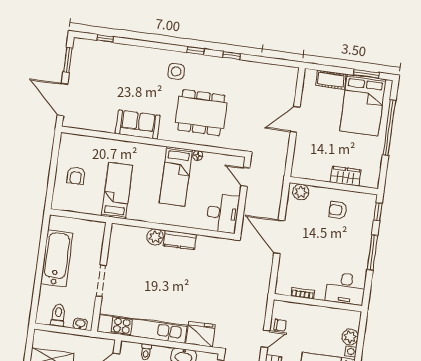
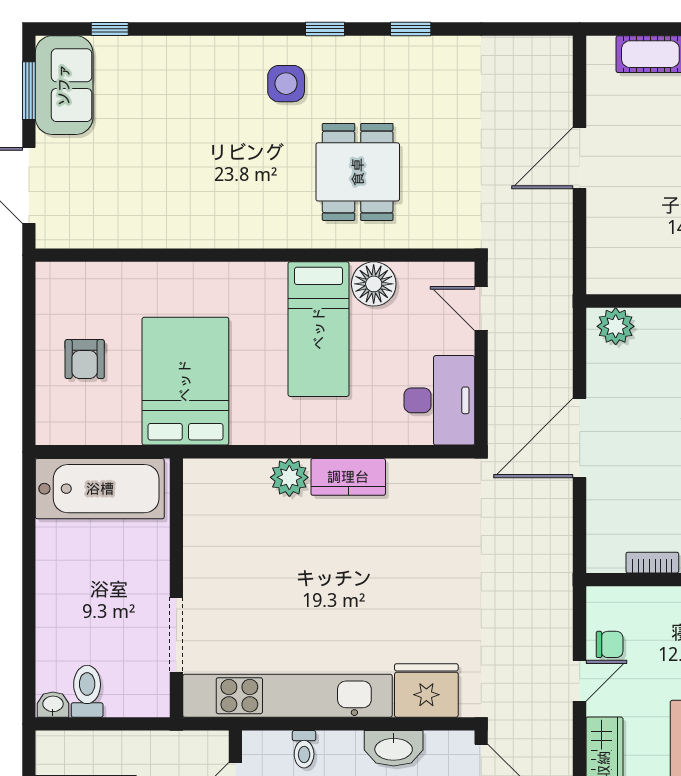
dining table: (201, 113) -> (358, 172), width x0.73
sofa: (138, 125) -> (64, 85), moved, turned 90
floor lamp: (198, 156) -> (374, 284), width x1.89, depth x1.89
bed: (117, 191) -> (185, 381), width x1.50
door: (279, 237) -> (580, 438), hinge flipped
bathtub: (57, 258) -> (100, 489), moved, turned 90
doorway: (101, 281) -> (176, 635), moved
washbasin: (80, 324) -> (53, 705), moved

